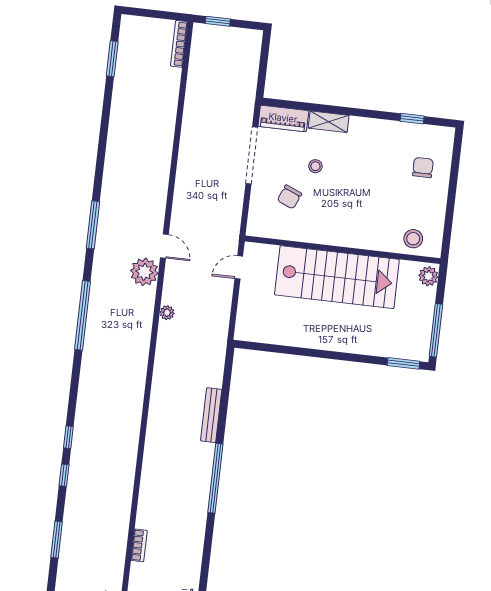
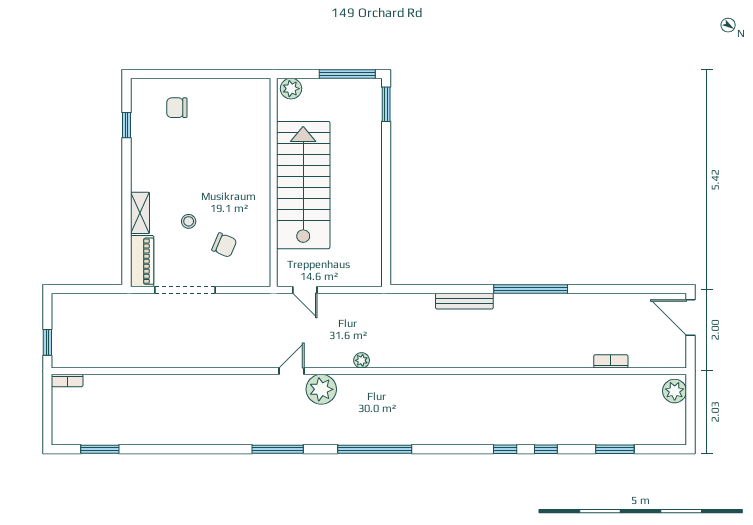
bookcase: (179, 44) -> (67, 381), width x0.64
stool: (413, 239) -> (253, 109), removed

